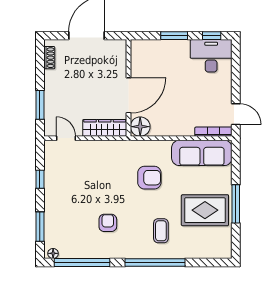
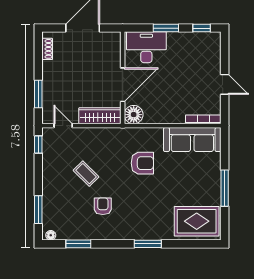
desk: (211, 56) -> (146, 47), moved
door: (236, 114) -> (225, 84), moved
window: (40, 179) -> (38, 144), moved
rug: (205, 210) -> (197, 221), moved
coffee table: (161, 231) -> (86, 174), moved, turned -45
window: (82, 262) -> (78, 244), width x0.47
window: (155, 262) -> (148, 244), width x0.47

